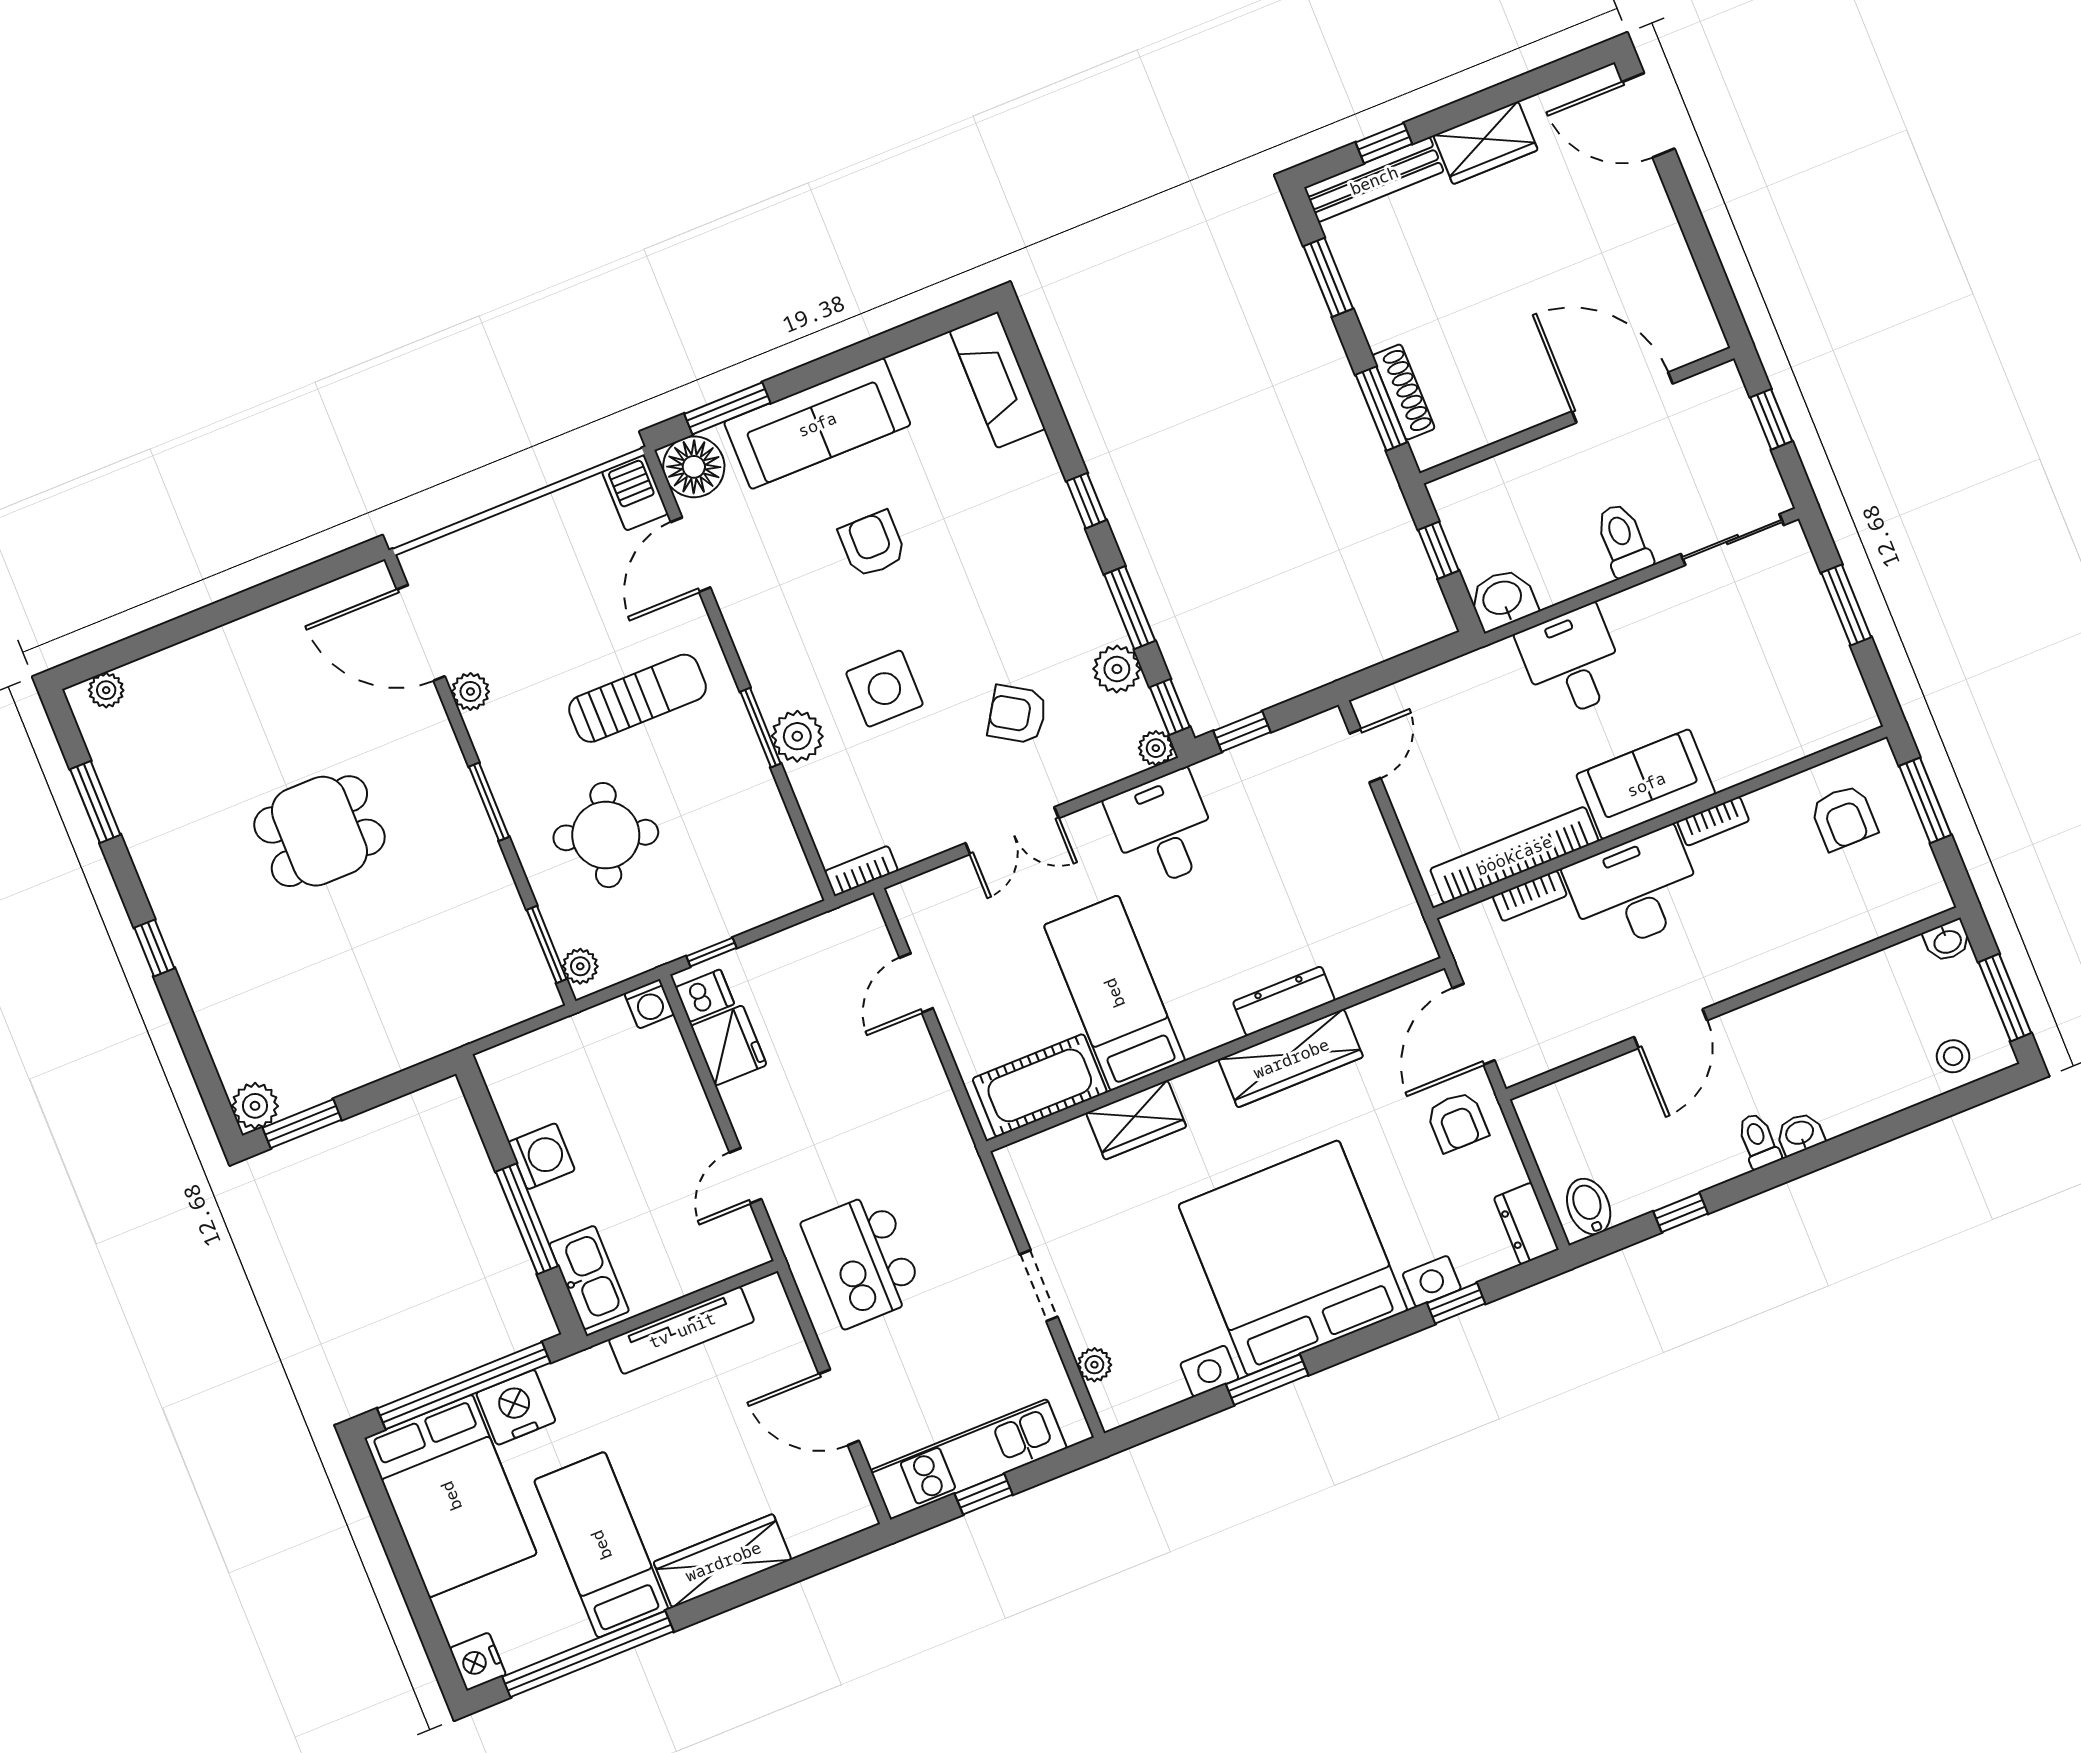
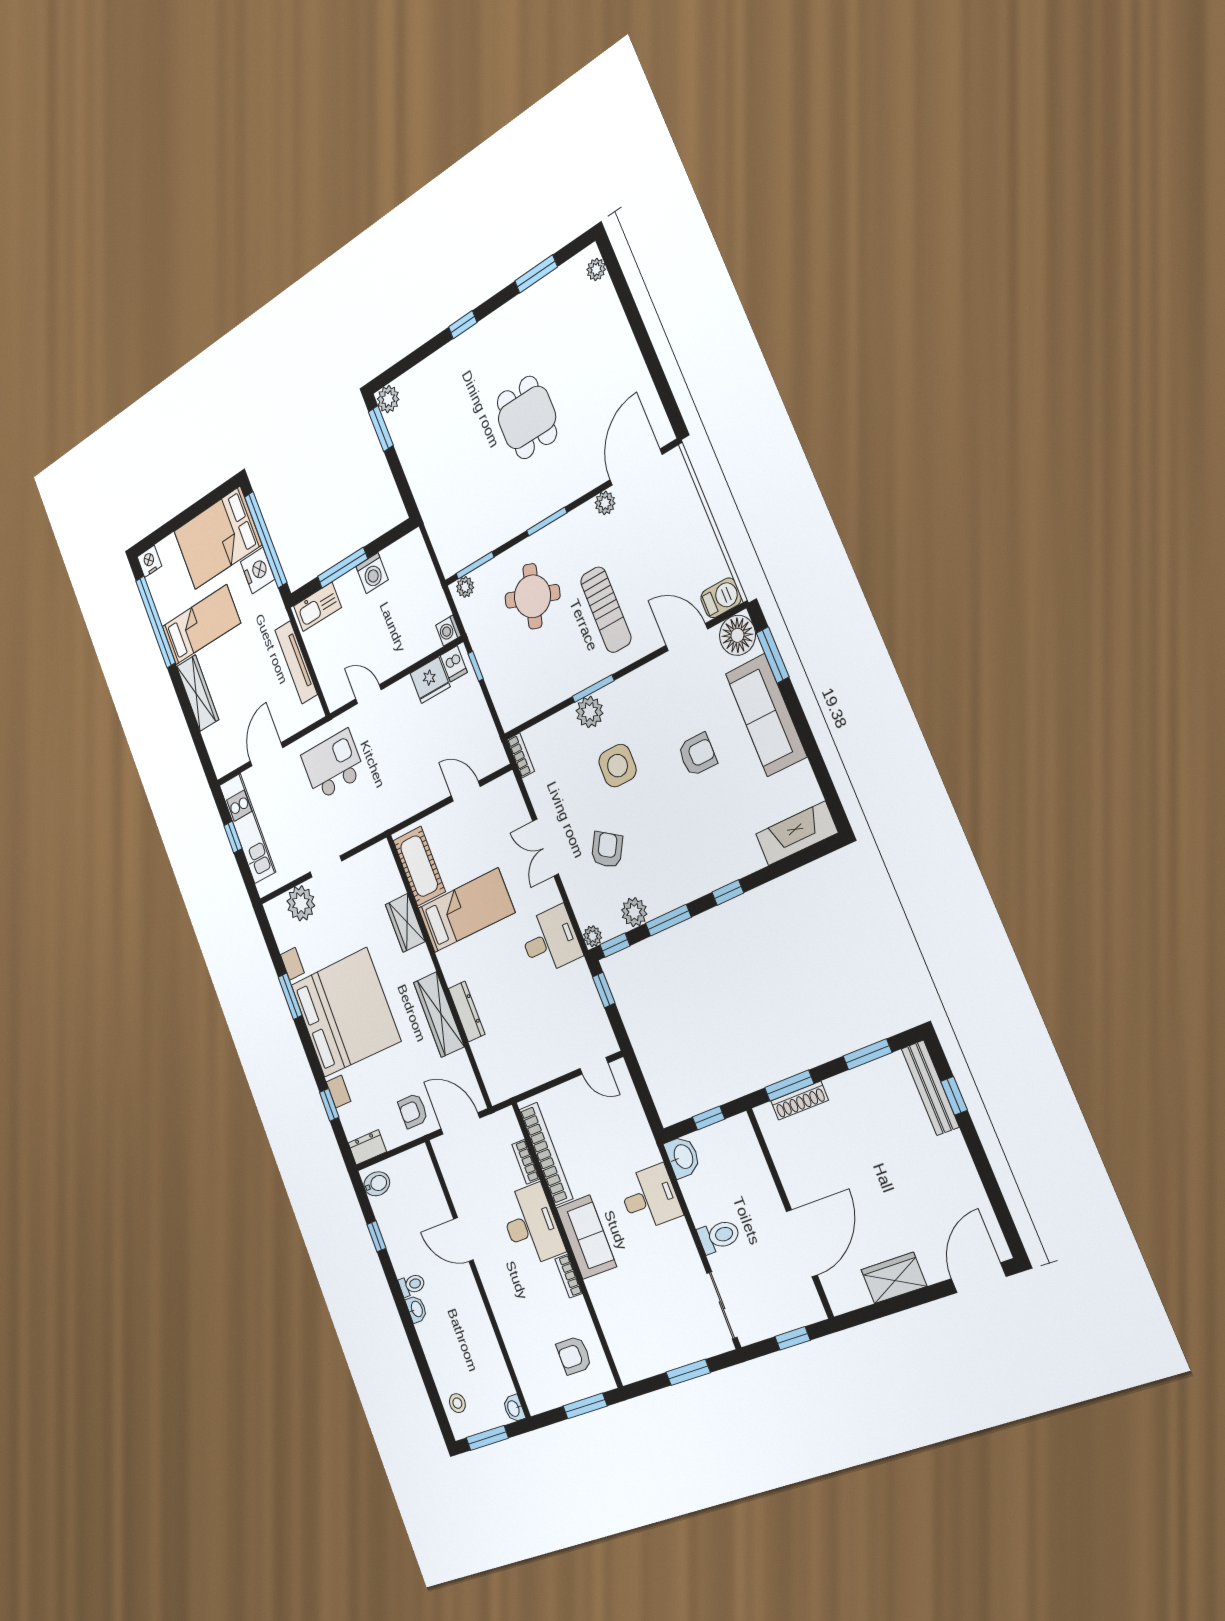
wardrobe: (1485, 143) -> (894, 1278), moved, turned 90
plant: (1094, 1365) -> (301, 903), width x1.88, depth x1.88

